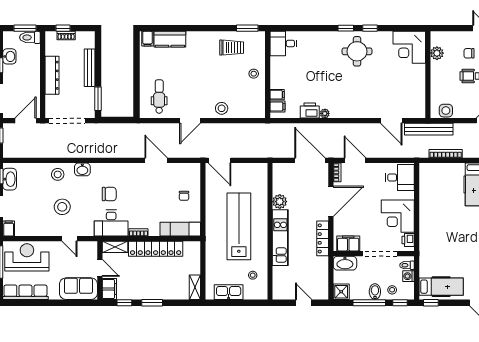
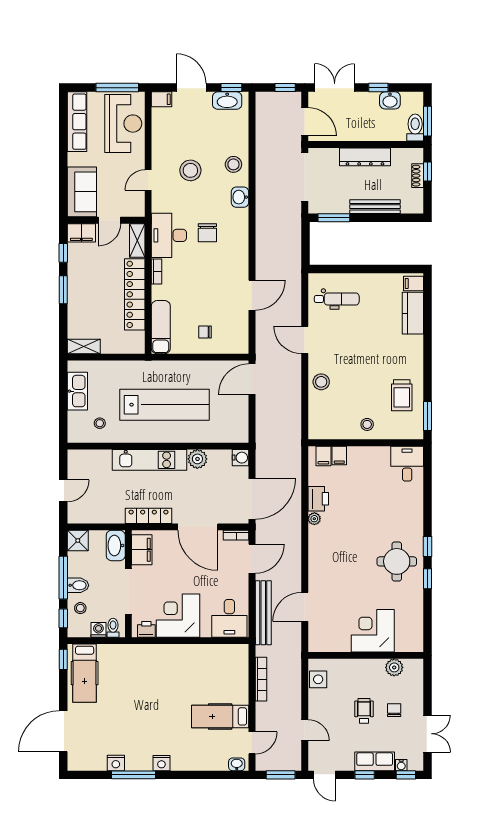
corner desk: (409, 47) -> (373, 631), moved
bench: (429, 129) -> (263, 613), moved
water cooler: (279, 169) -> (240, 458), added

